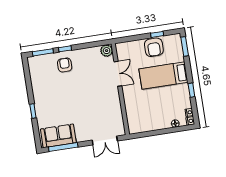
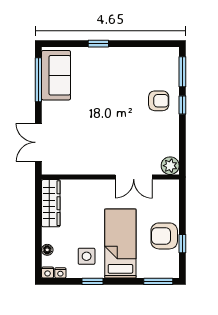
side table: (175, 97) -> (87, 256), added
wardrobe: (144, 126) -> (51, 203), added

